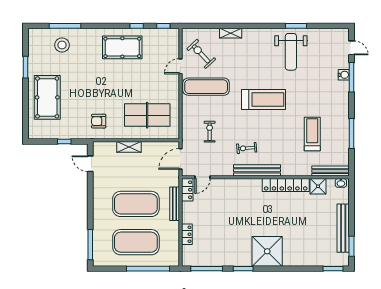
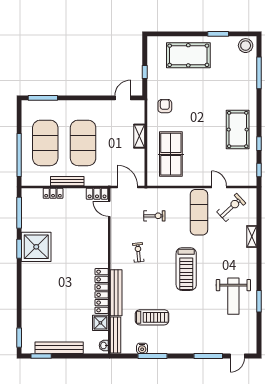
stool: (62, 45) -> (246, 46), moved
weight bench: (291, 52) -> (233, 296), turned -90
water cooler: (344, 75) -> (142, 348), moved
bench: (257, 170) -> (116, 293), moved
bench: (175, 204) -> (67, 181), moved
shower: (267, 251) -> (36, 247), moved

